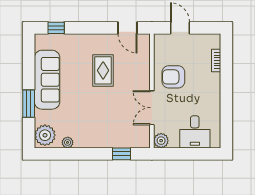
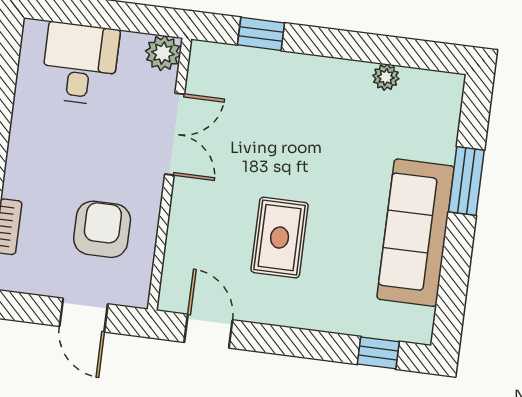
armchair: (173, 77) -> (102, 229), moved, turned -90
plant: (45, 135) -> (437, 101), removed

